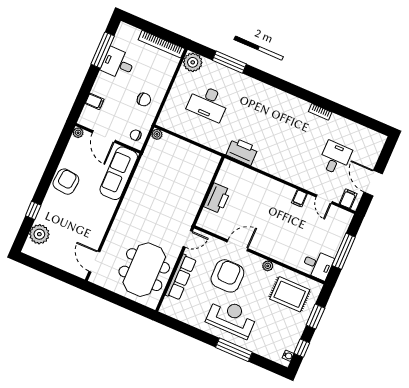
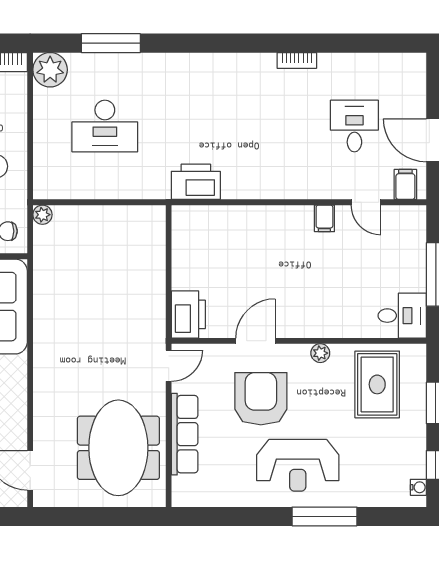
printer: (217, 198) -> (188, 314), moved
rug: (290, 294) -> (377, 384), turned 90
reception desk: (232, 318) -> (298, 465), turned 180

